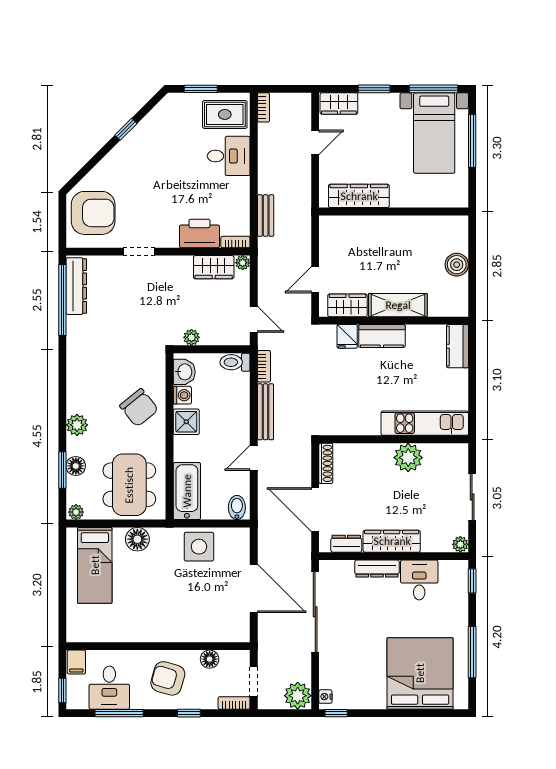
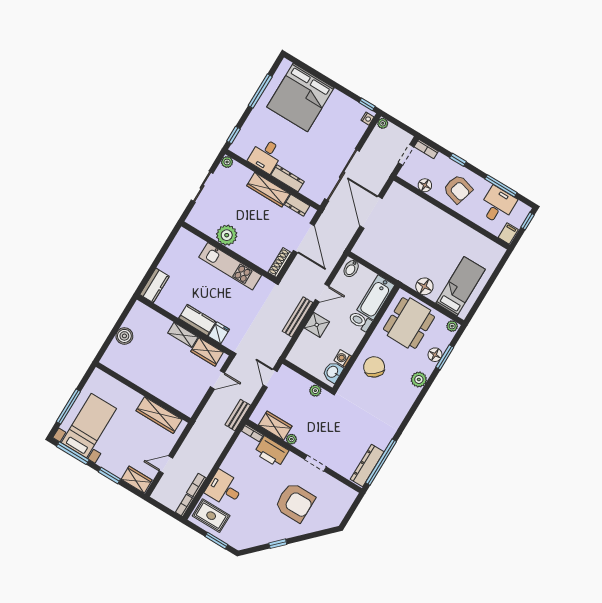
armchair: (93, 213) -> (295, 502), moved, turned 180
bench: (266, 216) -> (238, 415), moved
plant: (243, 263) -> (291, 439), moved
shelving: (398, 305) -> (183, 335), width x0.67, depth x0.75
toilet: (235, 362) -> (360, 321), moved, turned 180
bookcase: (264, 366) -> (196, 485), moved
shower: (186, 422) -> (317, 325), moved
kitchen unit: (425, 423) -> (230, 266), moved
side table: (199, 547) -> (389, 259), removed
plant: (298, 696) -> (383, 123), width x0.53, depth x0.53

